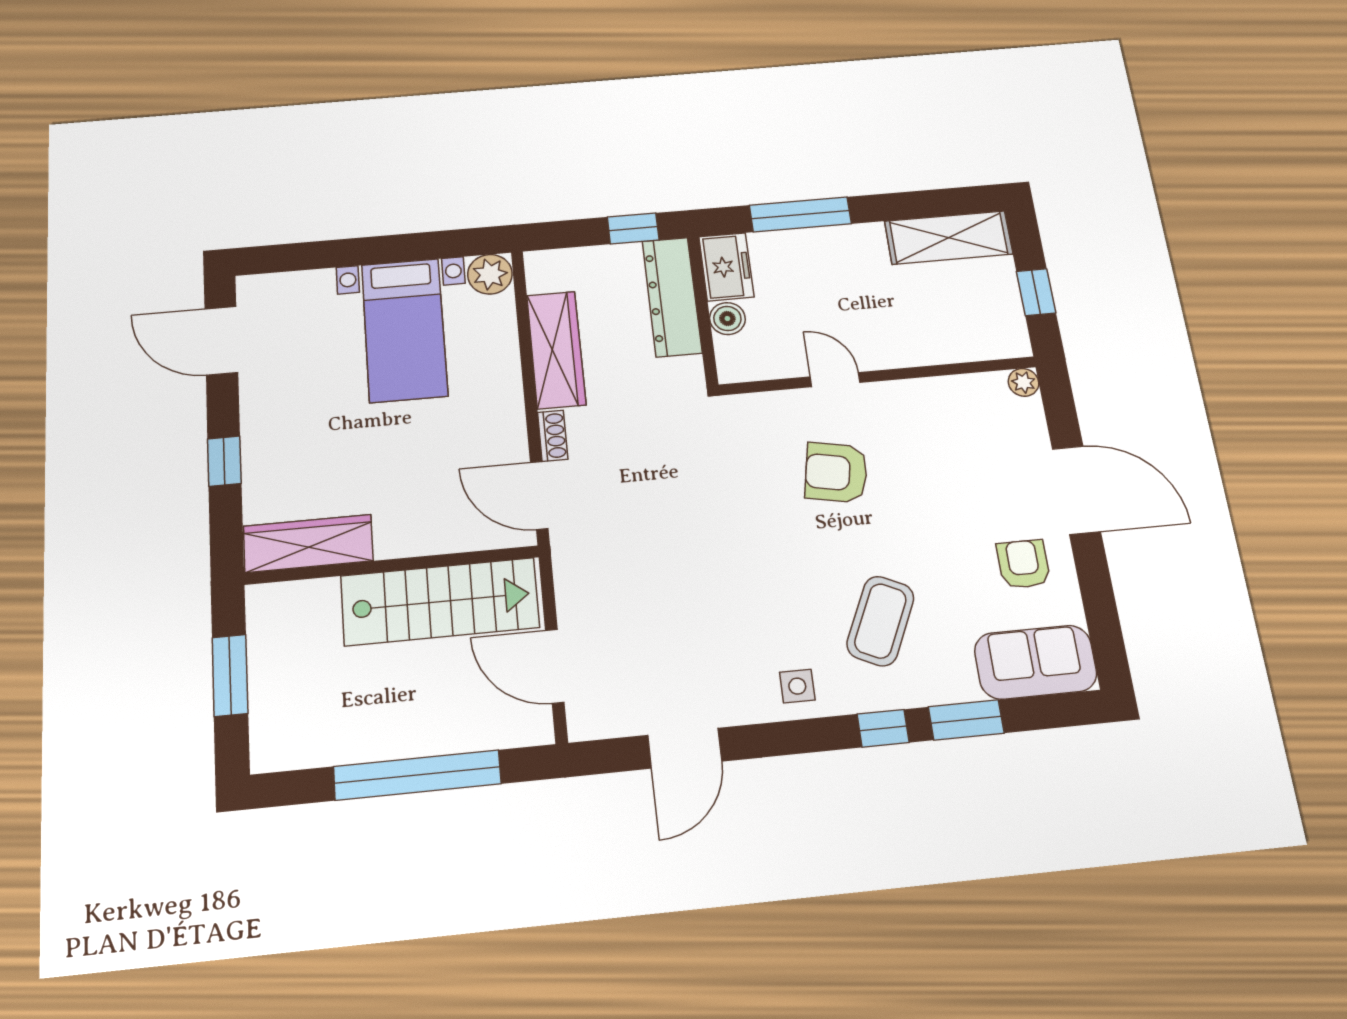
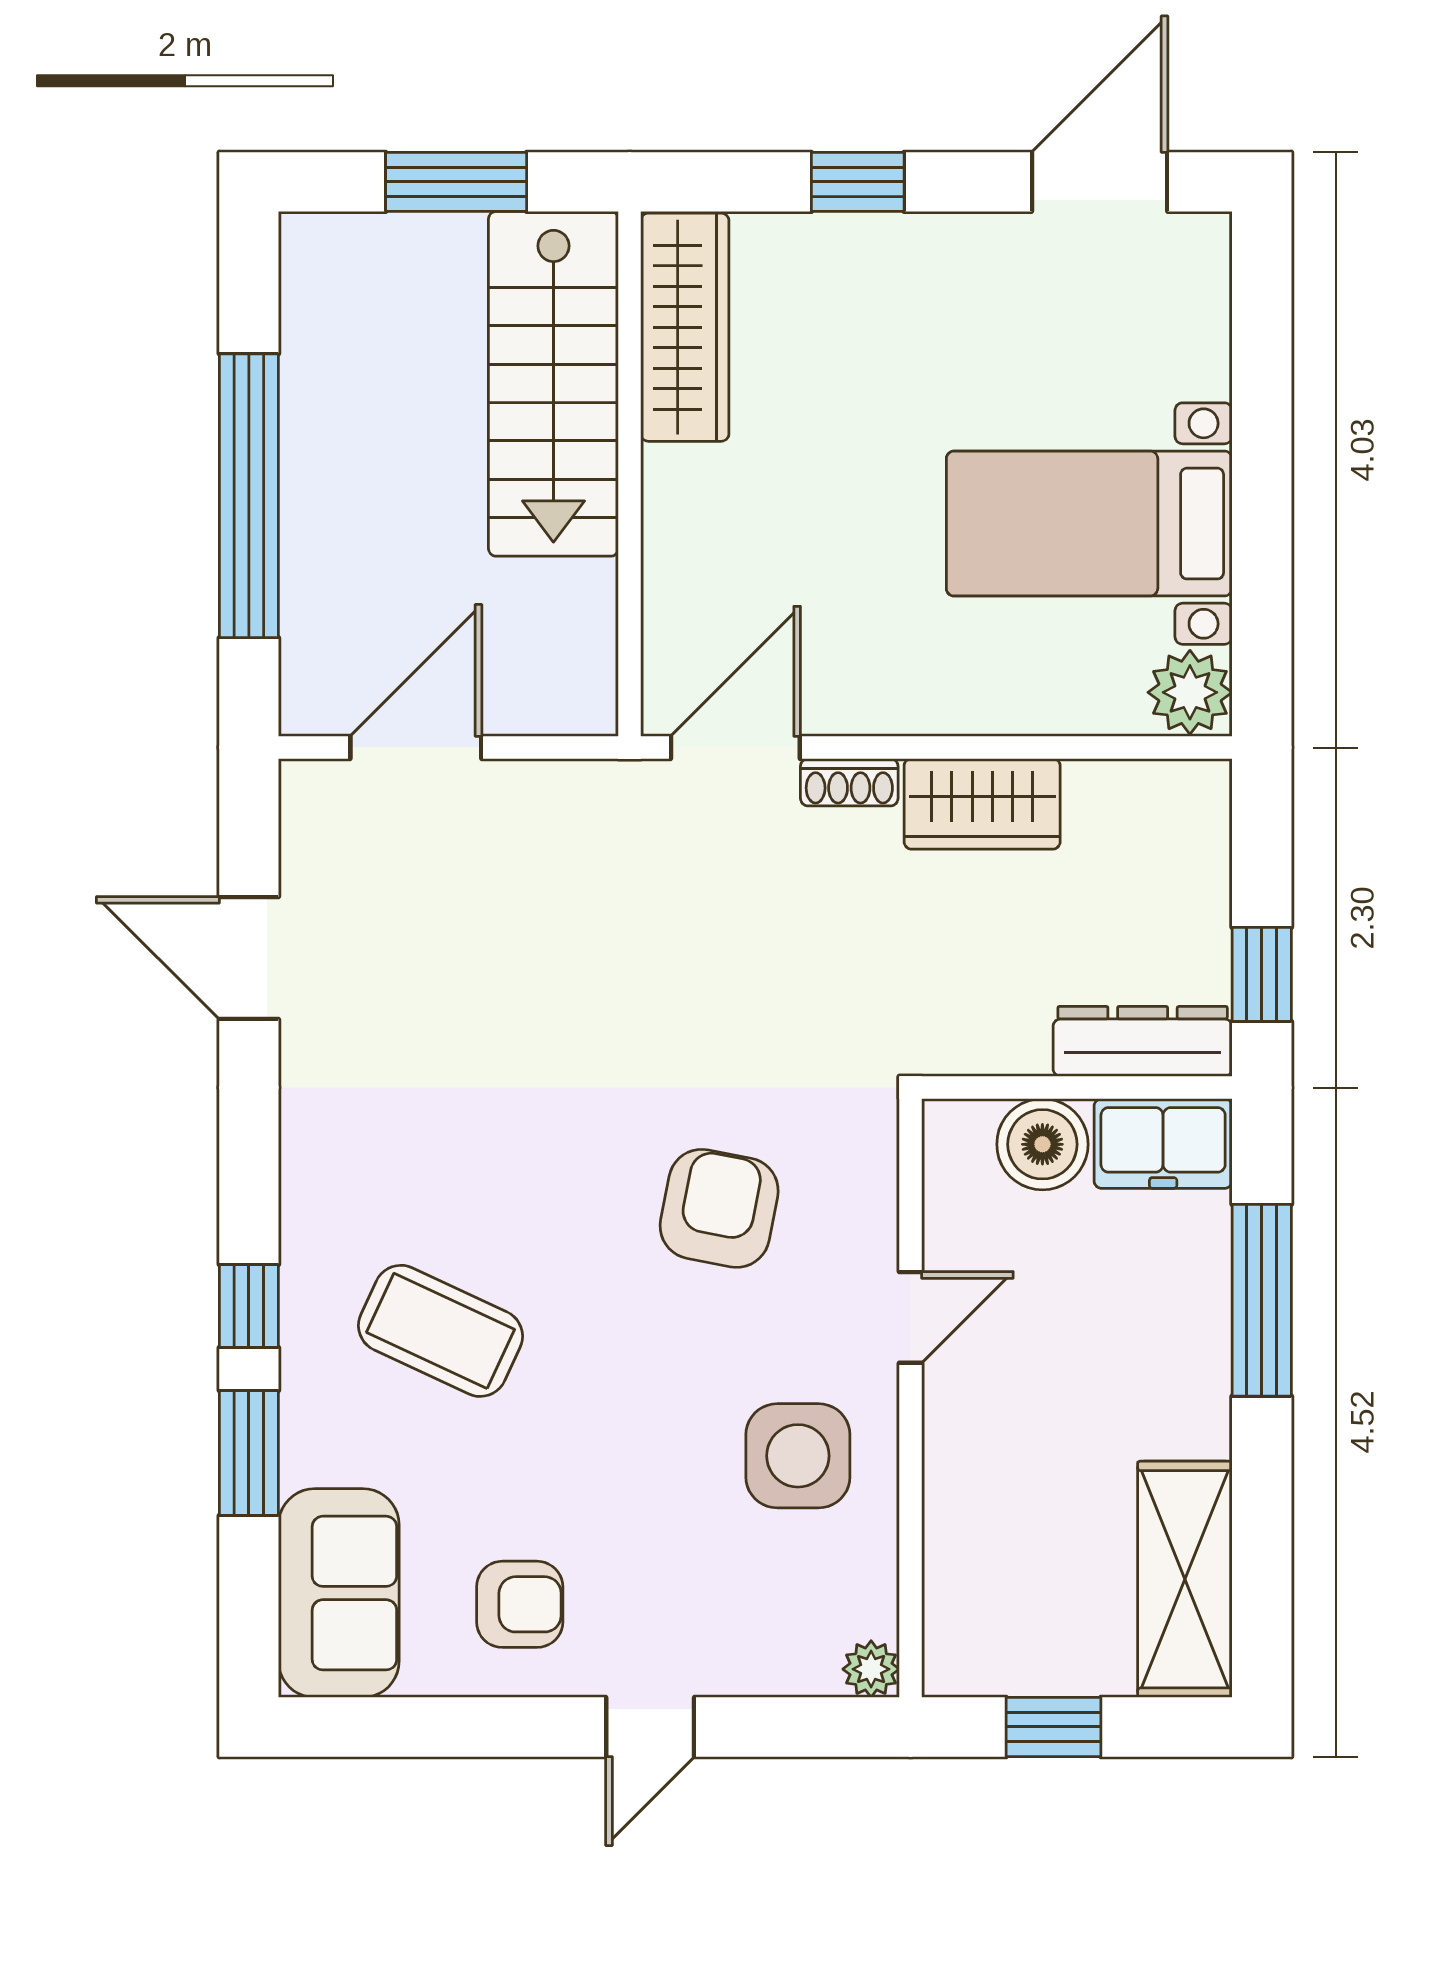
dresser: (672, 297) -> (1143, 1041), width x0.73, depth x0.80
boiler: (727, 319) -> (1042, 1144), width x1.36, depth x1.36
wardrobe: (556, 350) -> (982, 804), width x0.67
armchair: (836, 473) -> (719, 1208), moved
door: (1076, 490) -> (650, 1727), width x0.53
stairs: (440, 602) -> (553, 384), moved
side table: (797, 686) -> (798, 1456), moved, width x1.87, depth x1.87

